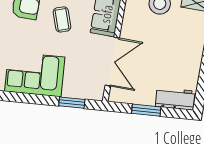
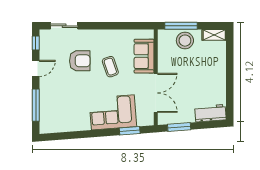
corner sofa: (35, 74) -> (113, 112), moved
window: (146, 110) -> (179, 127), moved

